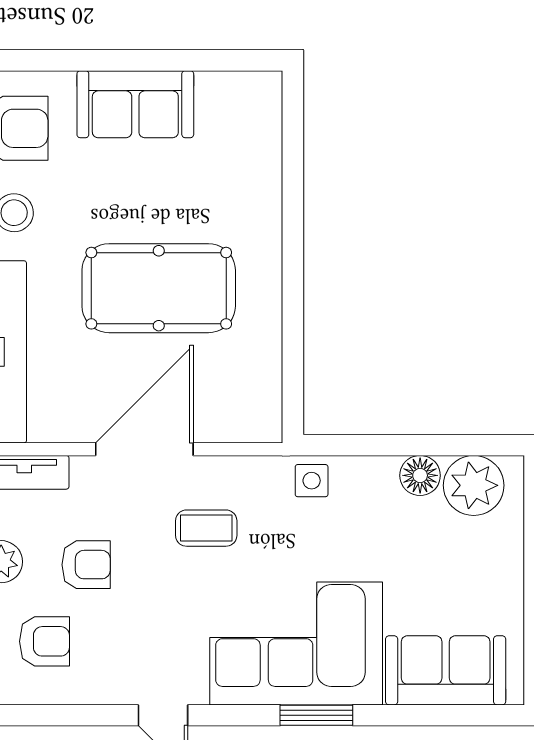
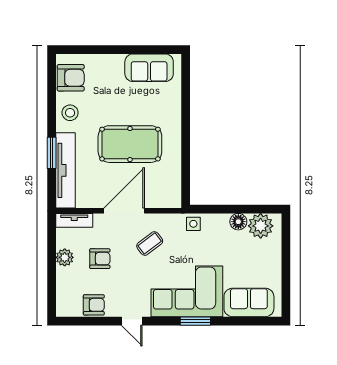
sofa: (135, 104) -> (149, 68), moved
coffee table: (206, 528) -> (150, 243), turned -37
armchair: (44, 641) -> (94, 305), moved

